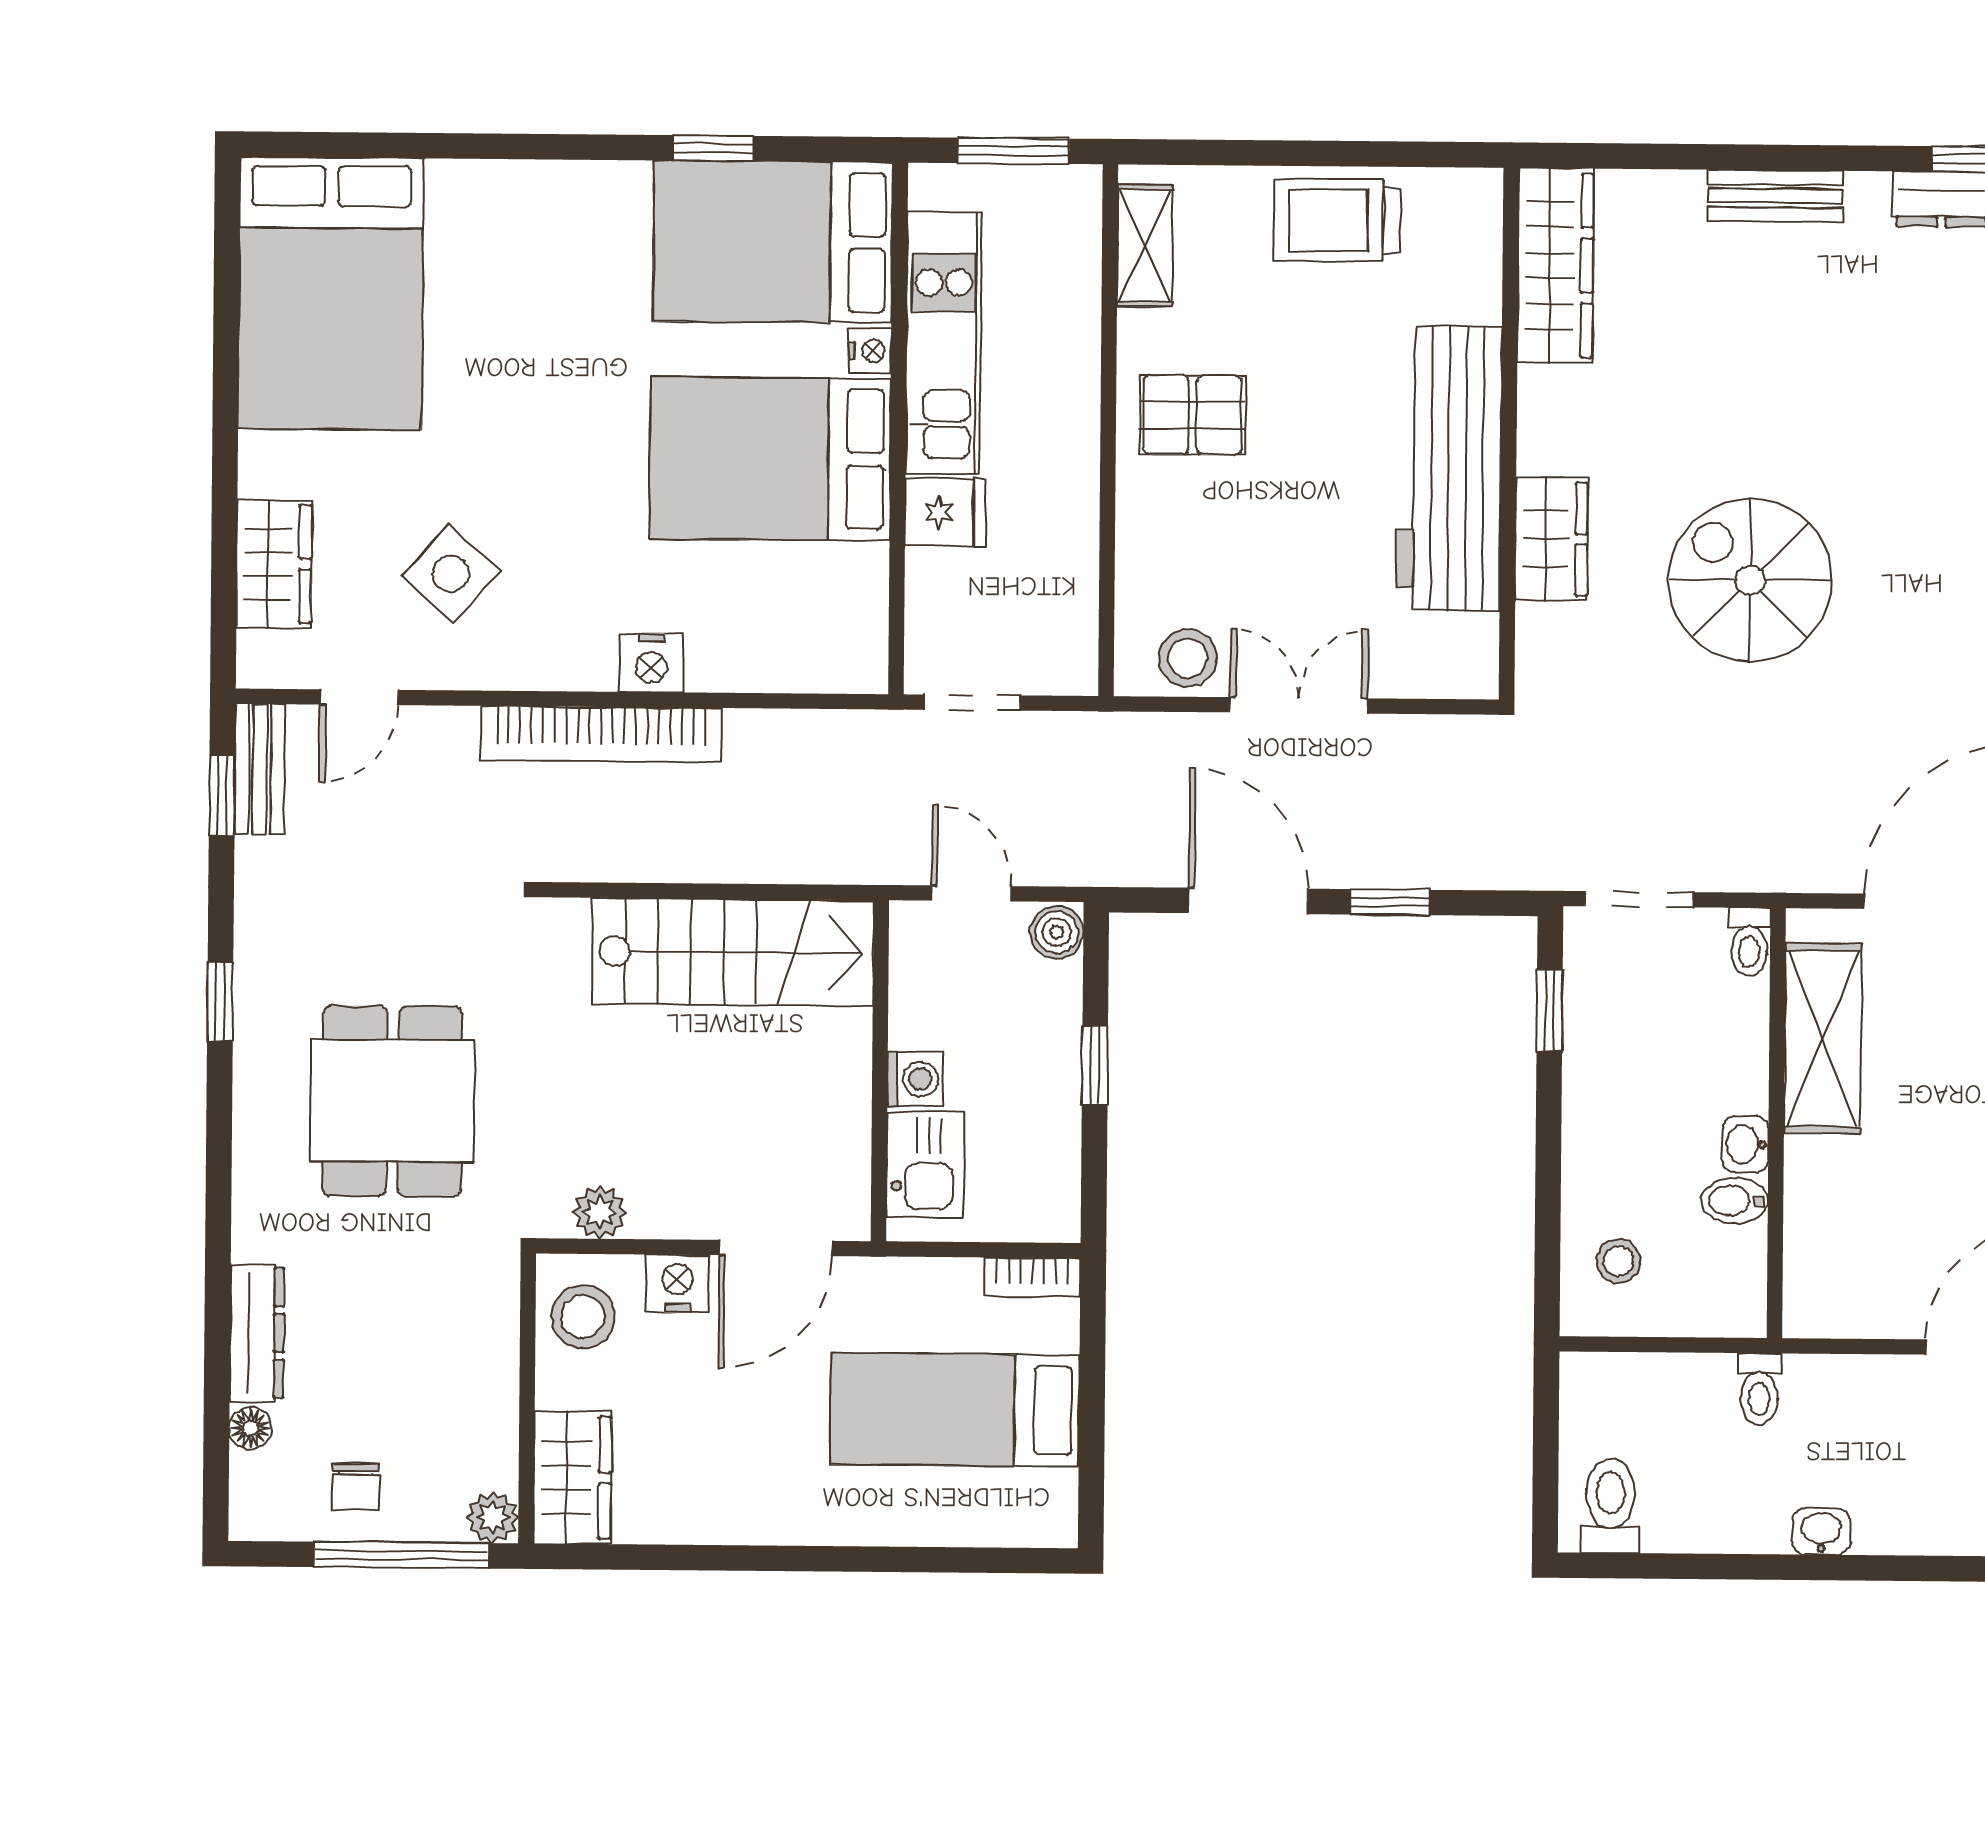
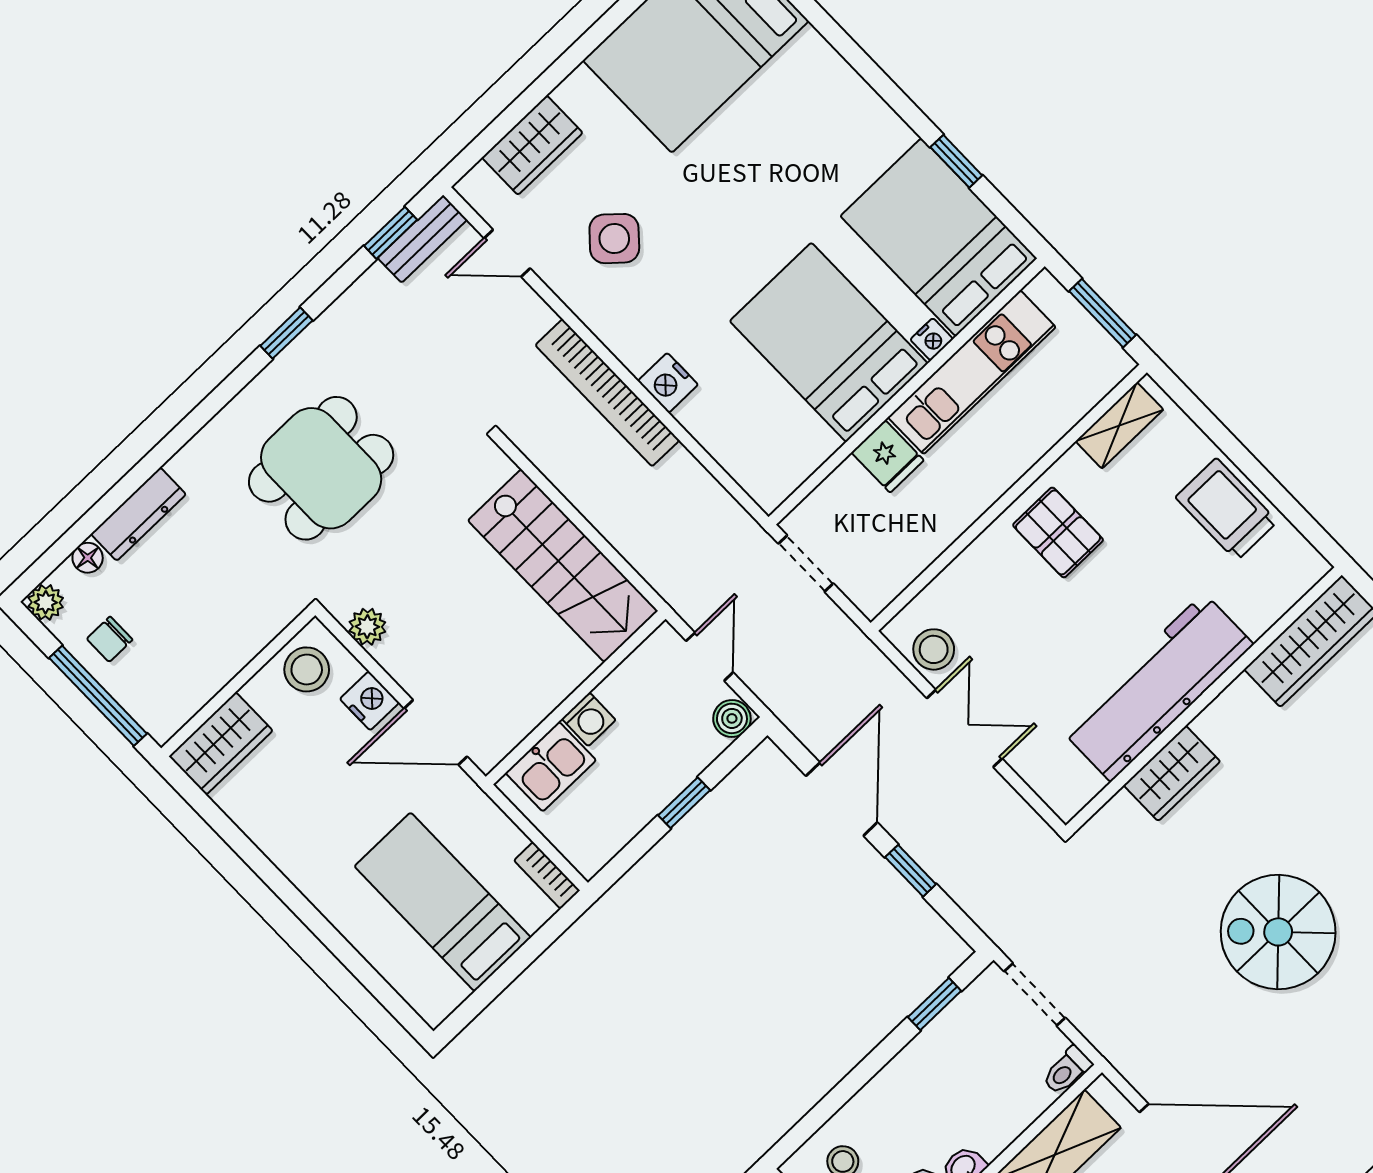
spiral stairs: (1750, 580) -> (1278, 932), moved, turned -90
plant: (493, 1517) -> (46, 602), moved

